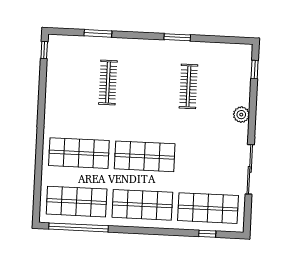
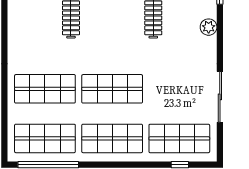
plant: (241, 115) -> (209, 27), moved

